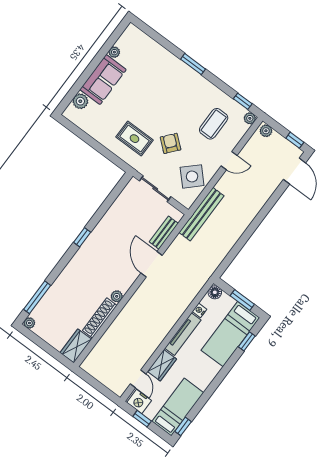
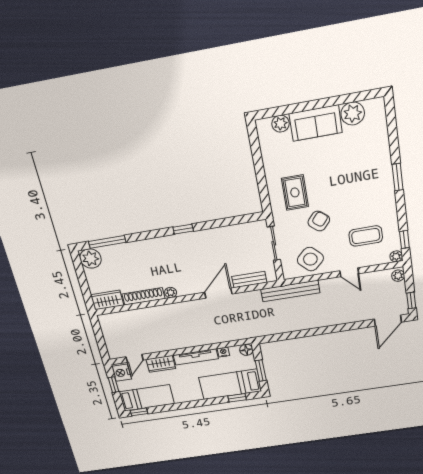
plant: (114, 52) -> (353, 114), width x1.88, depth x1.88
plant: (29, 323) -> (90, 258), width x1.88, depth x1.88

